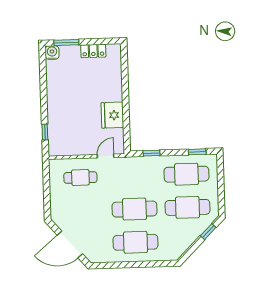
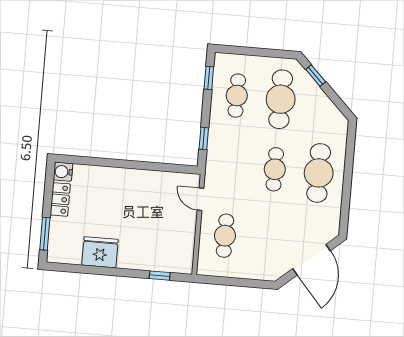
water cooler: (52, 53) -> (63, 172), moved
fridge: (112, 115) -> (100, 252), moved, turned 180
cafe table: (186, 174) -> (237, 96), width x0.73, depth x0.74
cafe table: (134, 209) -> (275, 169), width x0.73, depth x0.74

